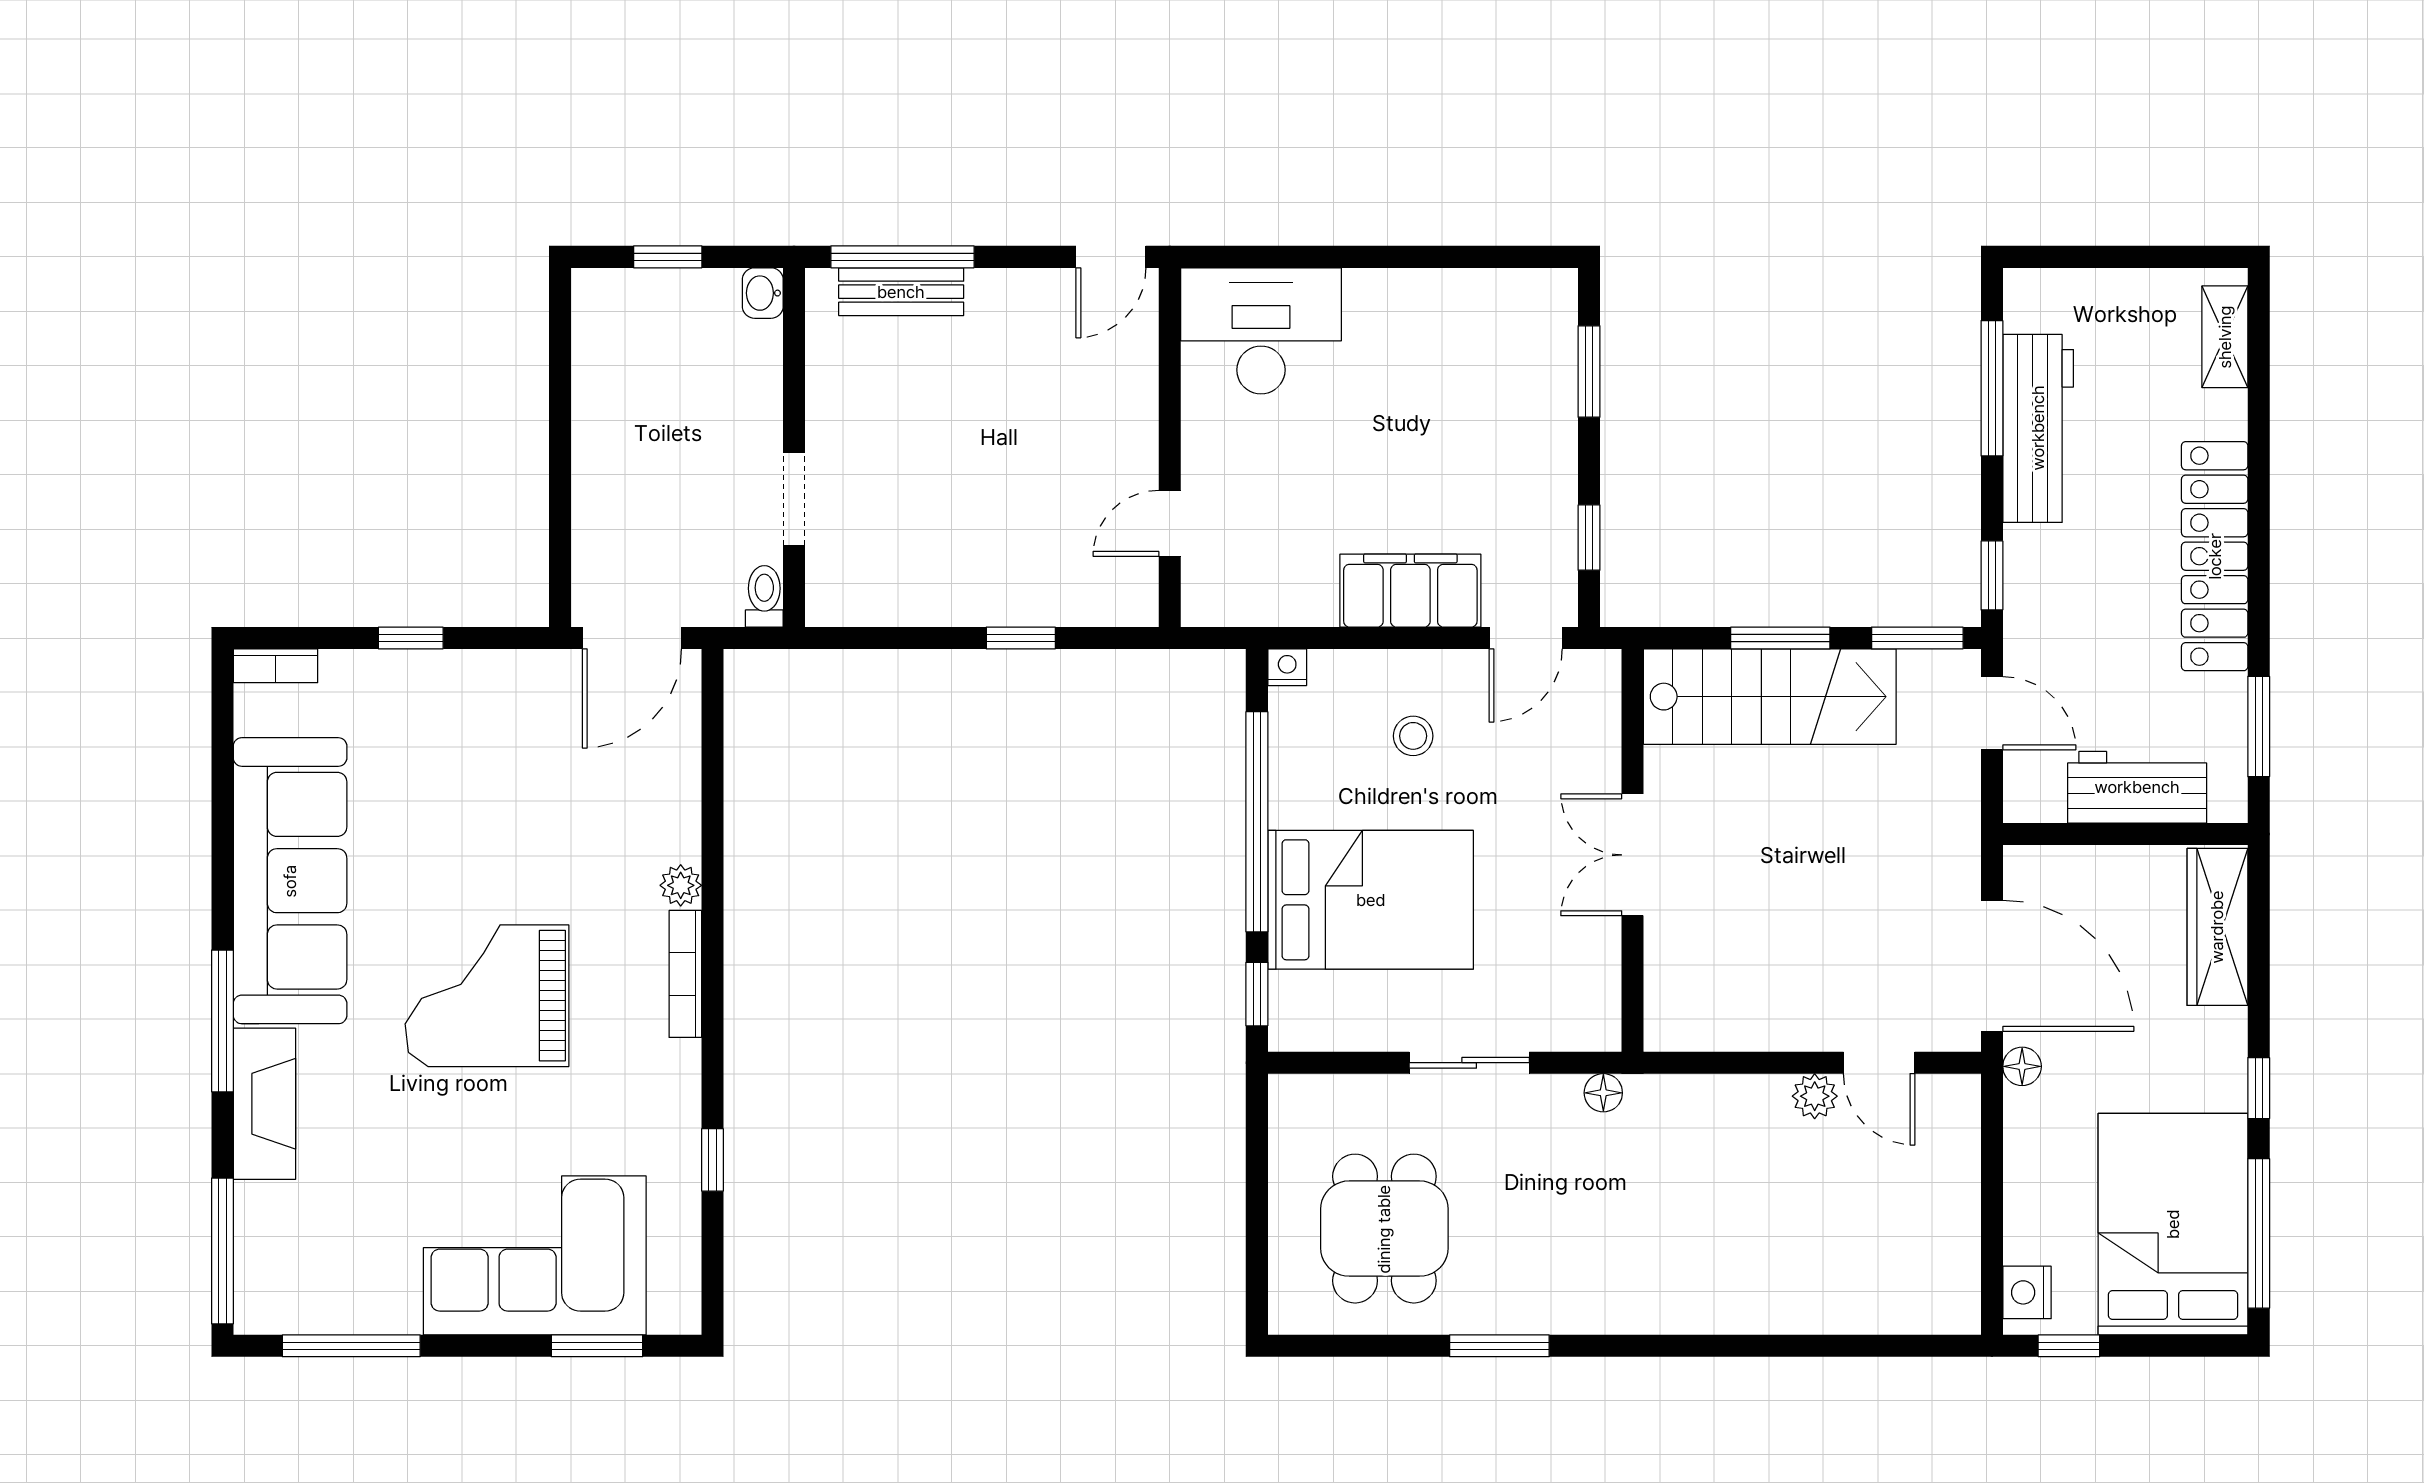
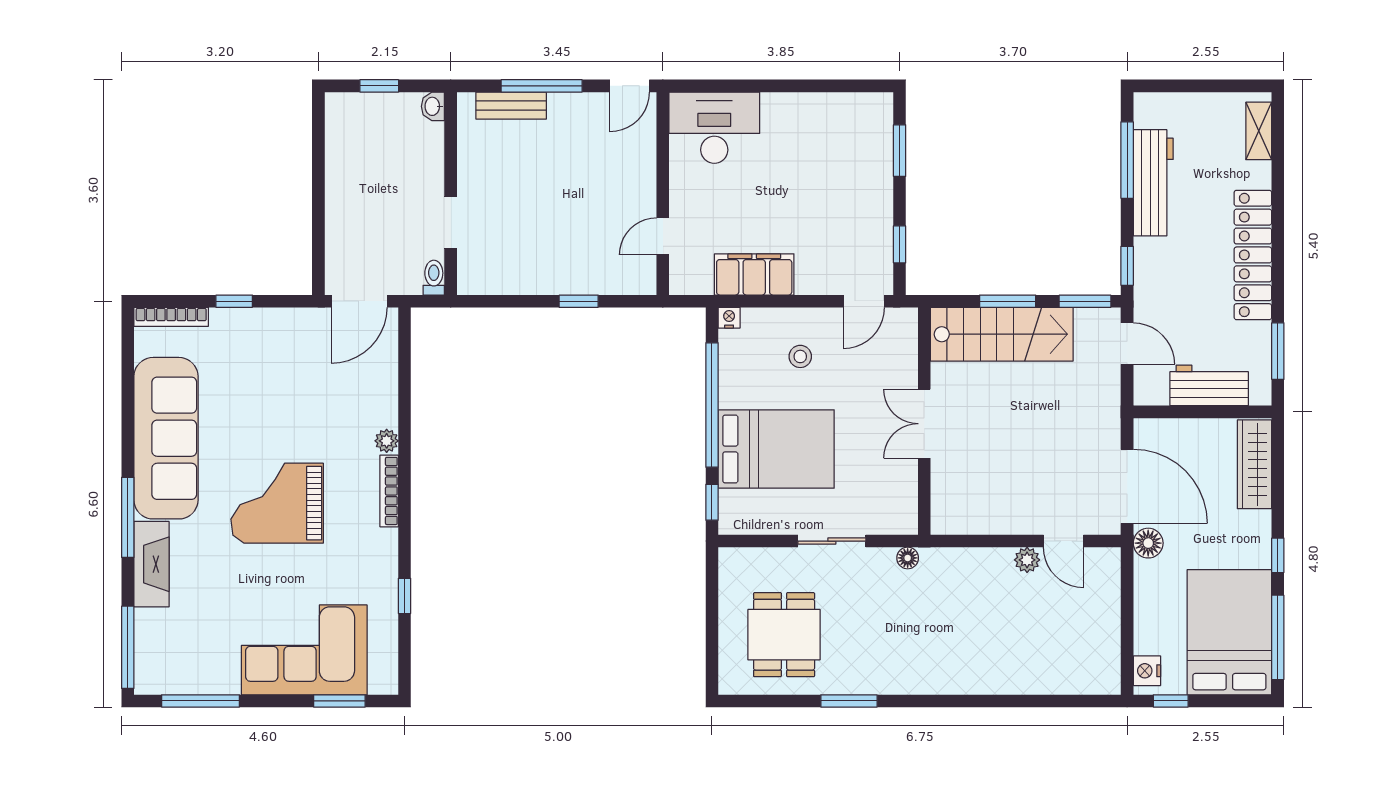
window: (902, 257) -> (542, 86), moved
filing cabinet: (1410, 591) -> (754, 274), moved
bookcase: (275, 666) -> (171, 317), width x1.56
floor lamp: (2022, 1066) -> (1148, 543), width x1.37, depth x1.37

